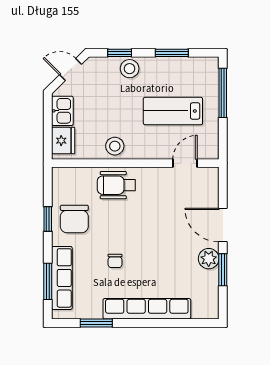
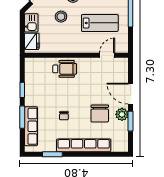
lab bench: (173, 111) -> (100, 23), turned 180
stool: (115, 146) -> (61, 17), moved
wheelchair: (116, 185) -> (65, 69), turned 180
chair: (74, 219) -> (100, 113), moved
window: (48, 281) -> (22, 117), moved

